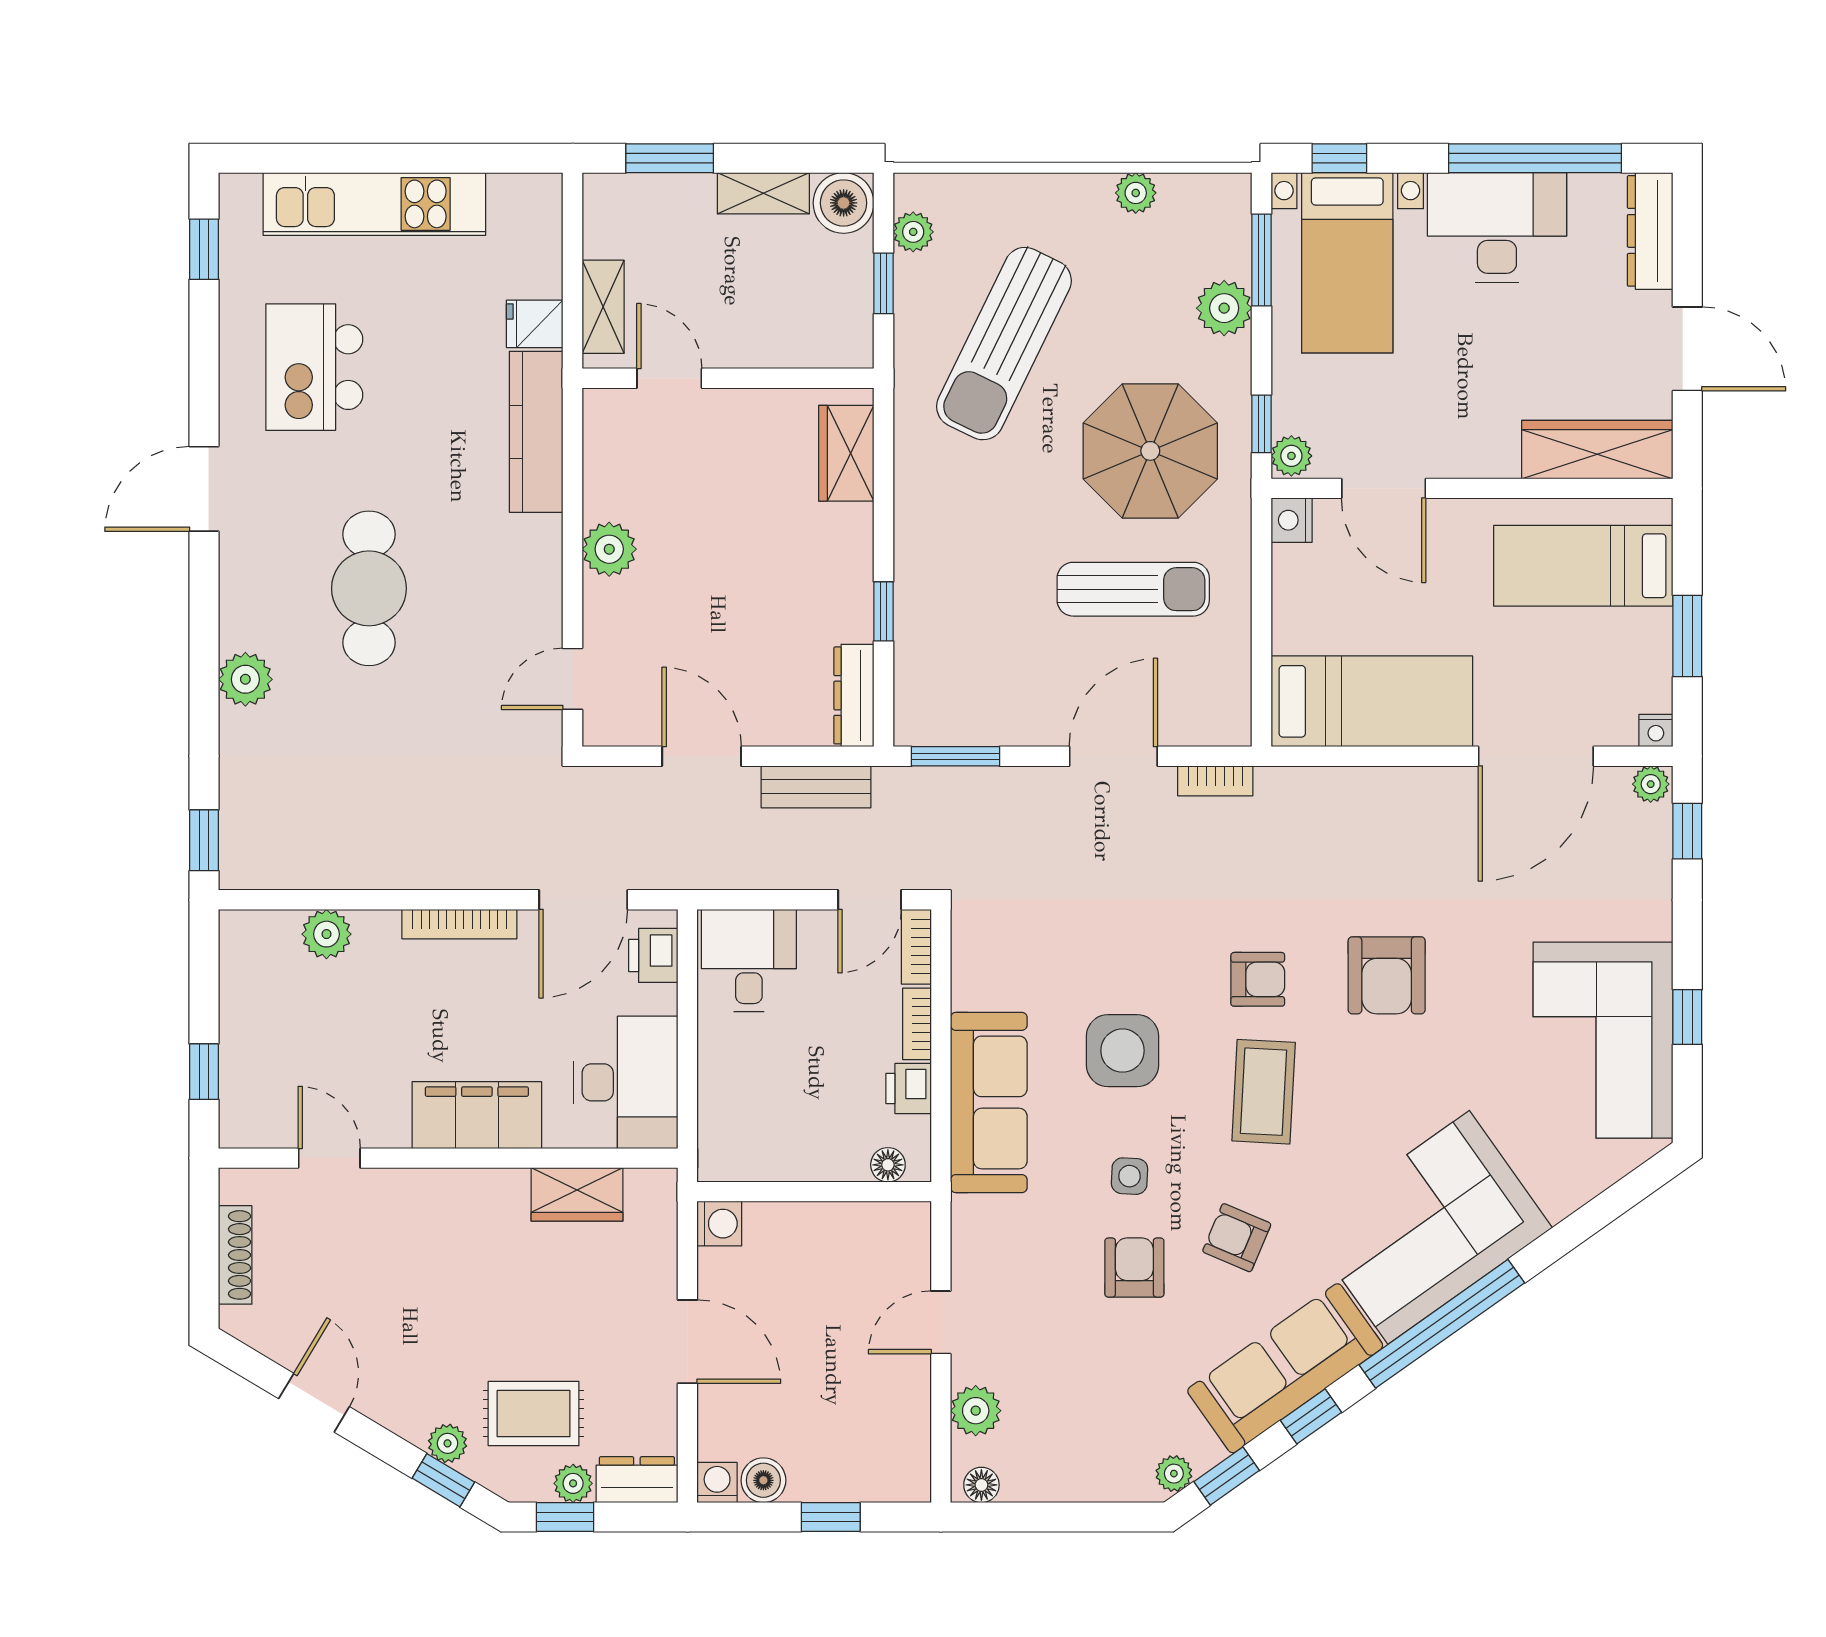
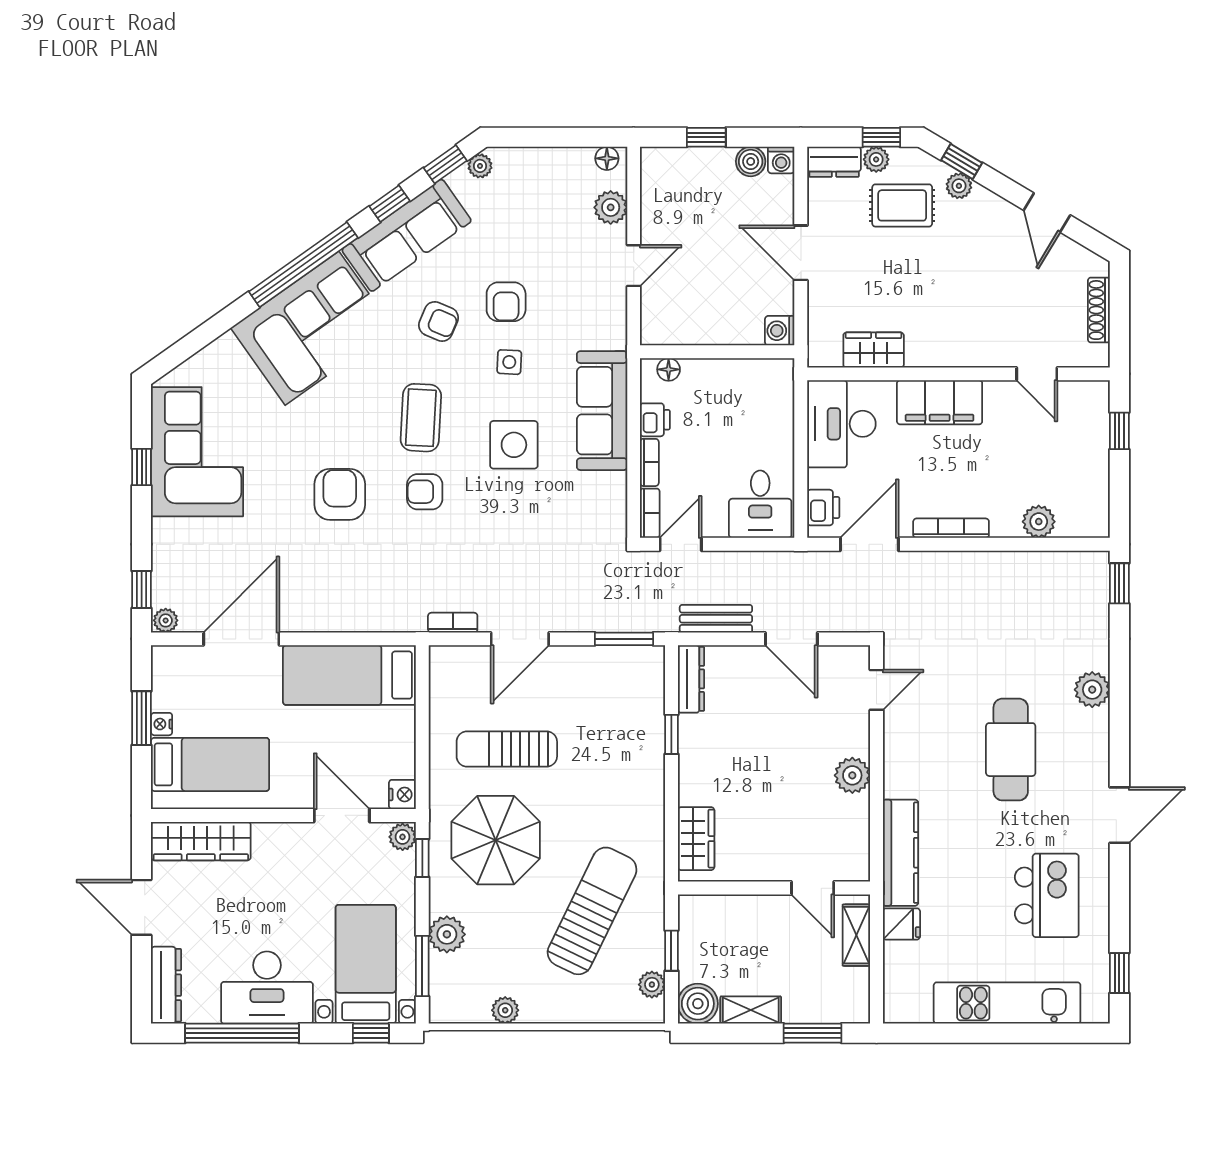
nightstand: (1656, 731) -> (162, 724), moved, turned -90

